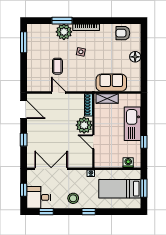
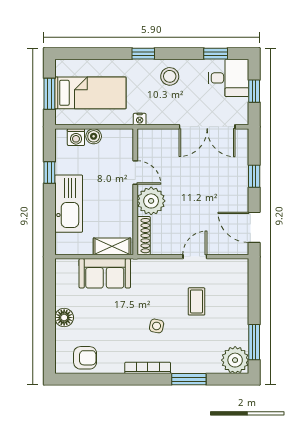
plant: (64, 32) -> (235, 360), moved
door: (58, 92) -> (195, 257), swing flipped
boiler: (118, 163) -> (94, 136), added

